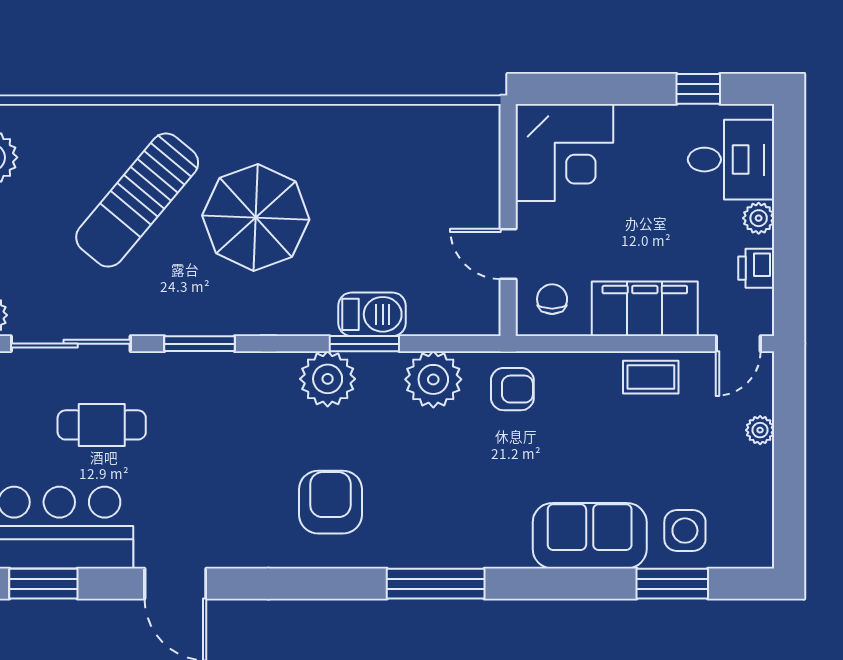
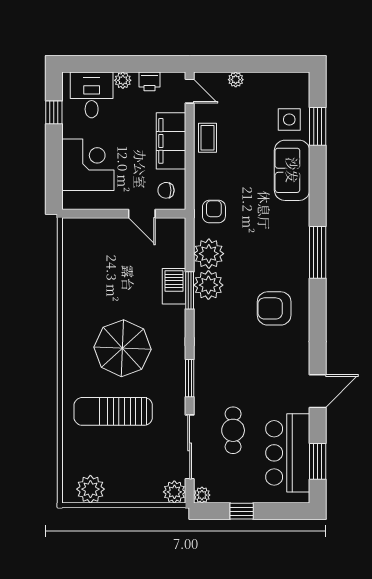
corner desk: (564, 153) -> (88, 165), moved
sun lounger: (137, 200) -> (113, 411), turned 140
door: (508, 254) -> (142, 214), hinge flipped
plant: (328, 379) -> (208, 285), moved

